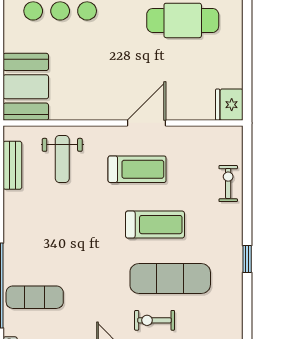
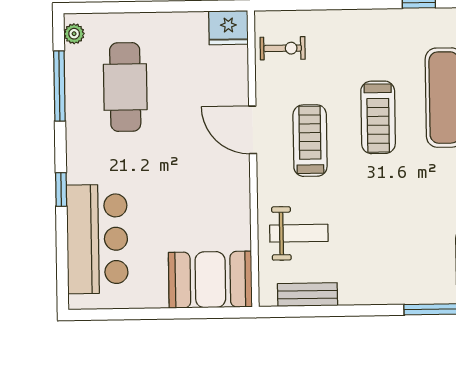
exercise bike: (228, 183) -> (283, 48), moved, turned 180
treadmill: (155, 225) -> (378, 117), turned 180

